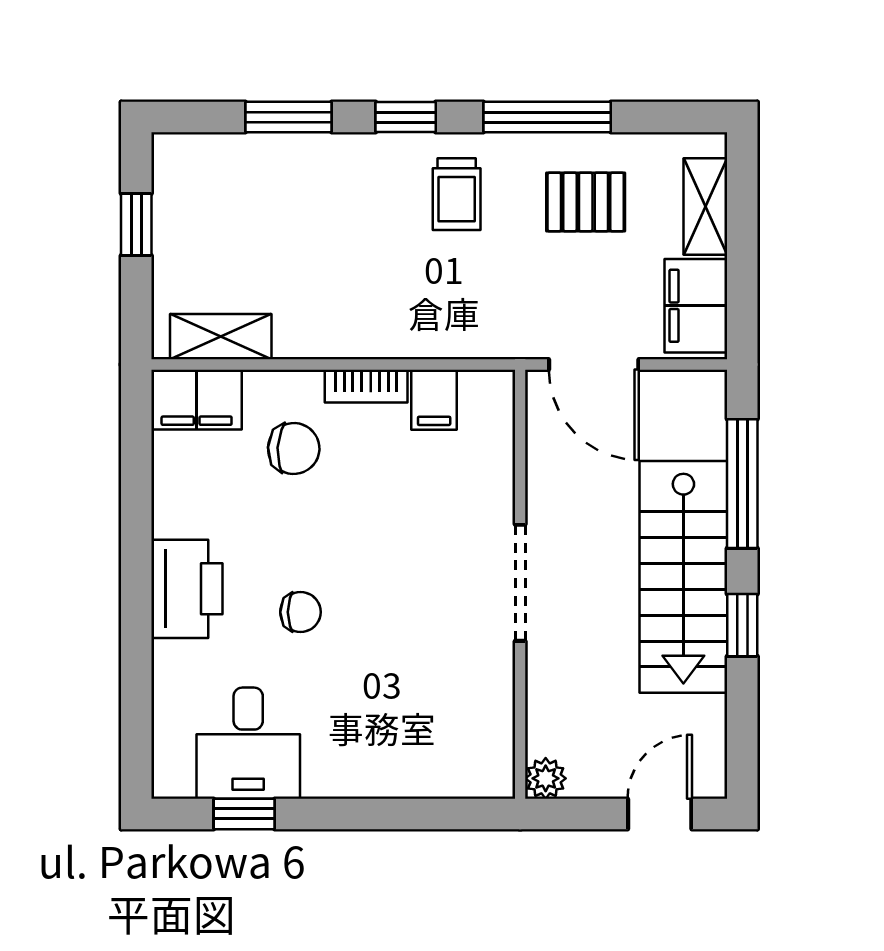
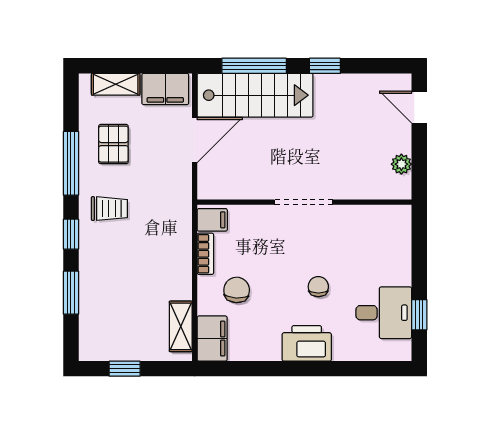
stairs: (683, 577) -> (255, 95), moved
doorway: (520, 583) -> (304, 202), moved
wall: (520, 584) -> (304, 202), moved

